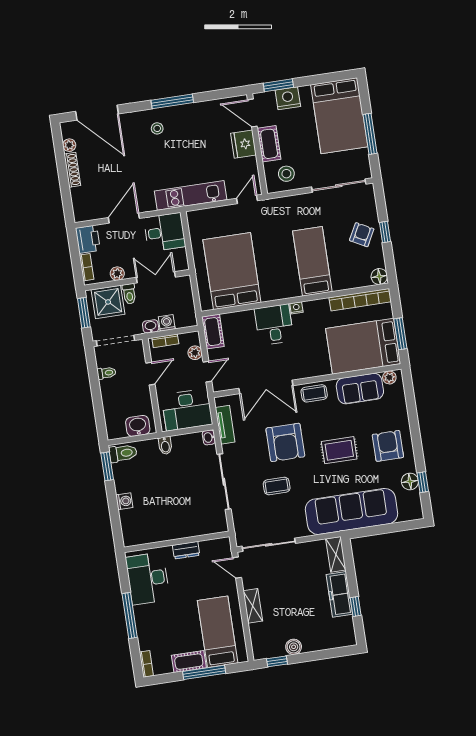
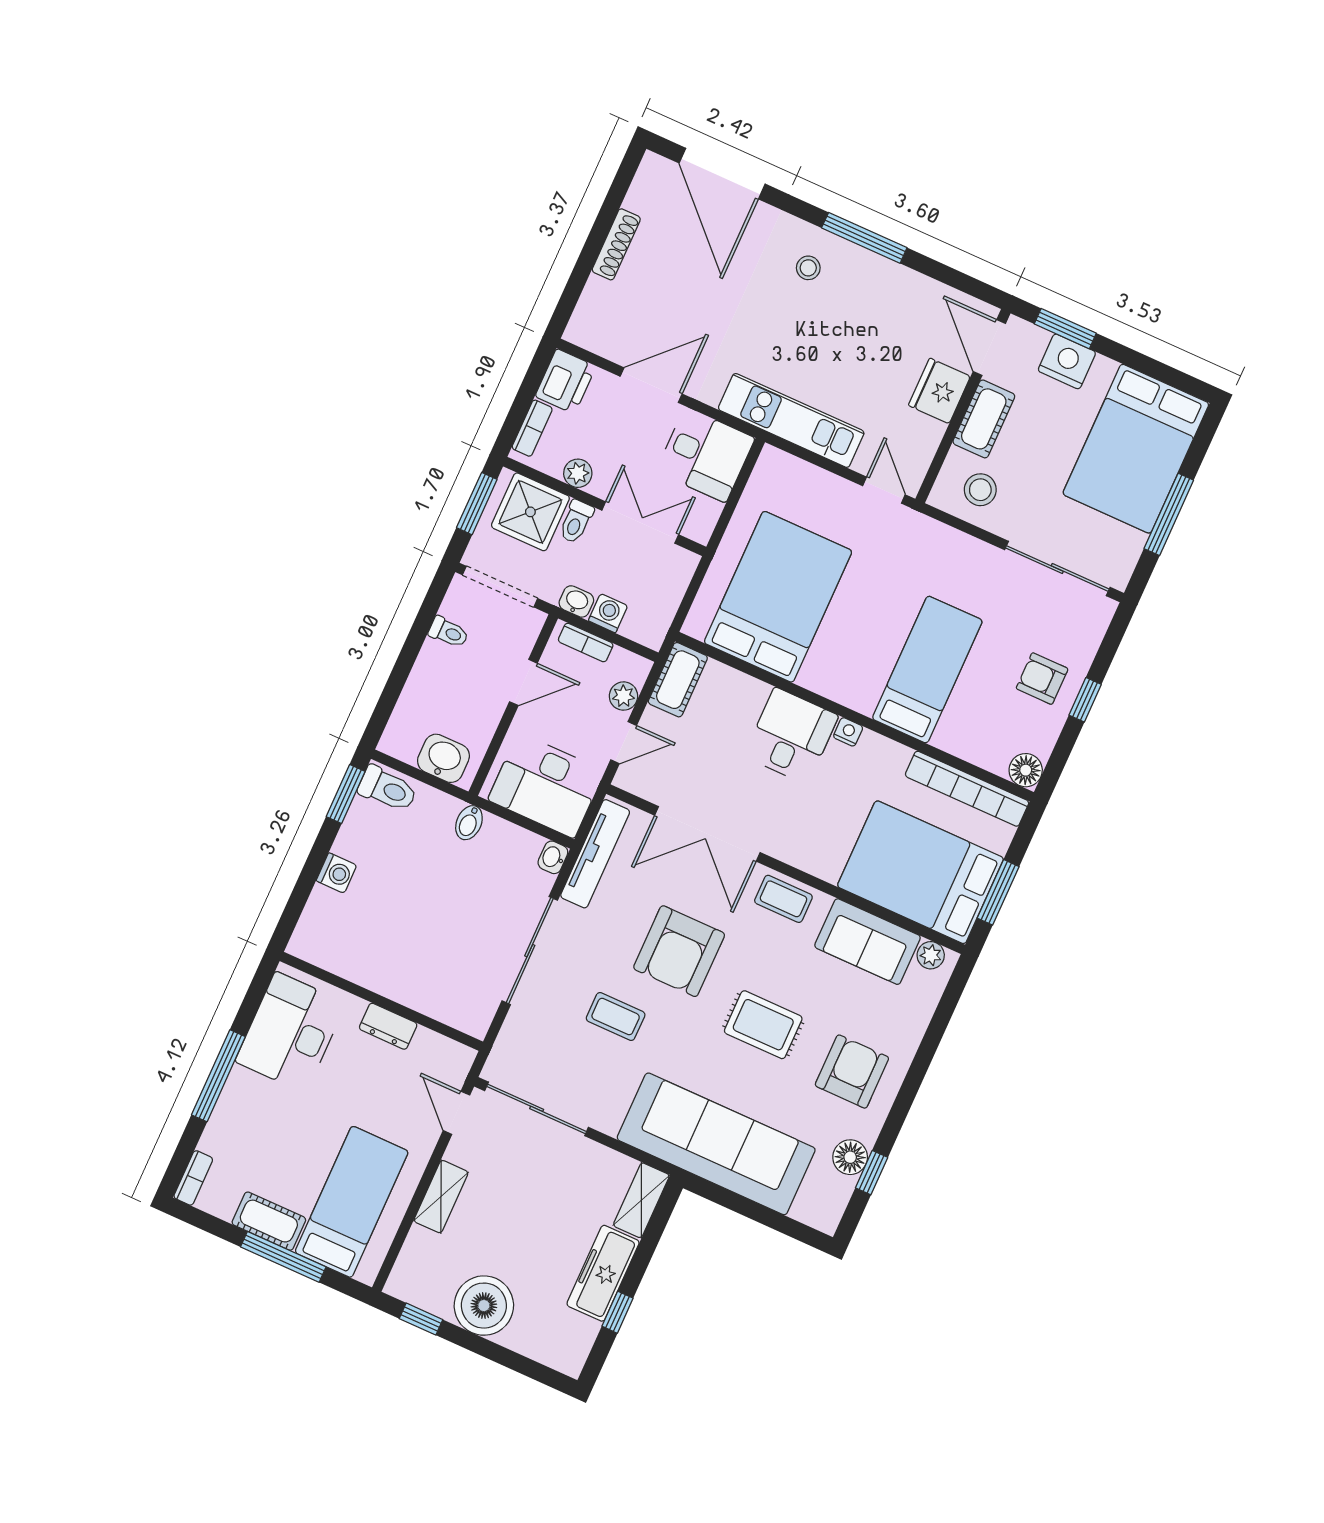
plant: (69, 145) -> (638, 199), removed
door: (247, 199) -> (884, 490), hinge flipped
armchair: (362, 235) -> (1042, 679), turned -118
tv unit: (225, 425) -> (595, 854), width x1.41
boiler: (294, 647) -> (484, 1306), width x1.86, depth x1.86

